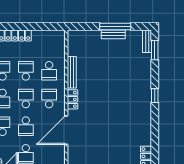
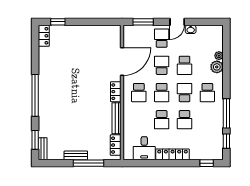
window: (115, 27) -> (88, 163), moved
desk: (44, 42) -> (144, 148), added
locker: (73, 45) -> (116, 145), added
school desk: (49, 71) -> (139, 120), removed
window: (155, 96) -> (35, 95), width x3.17

